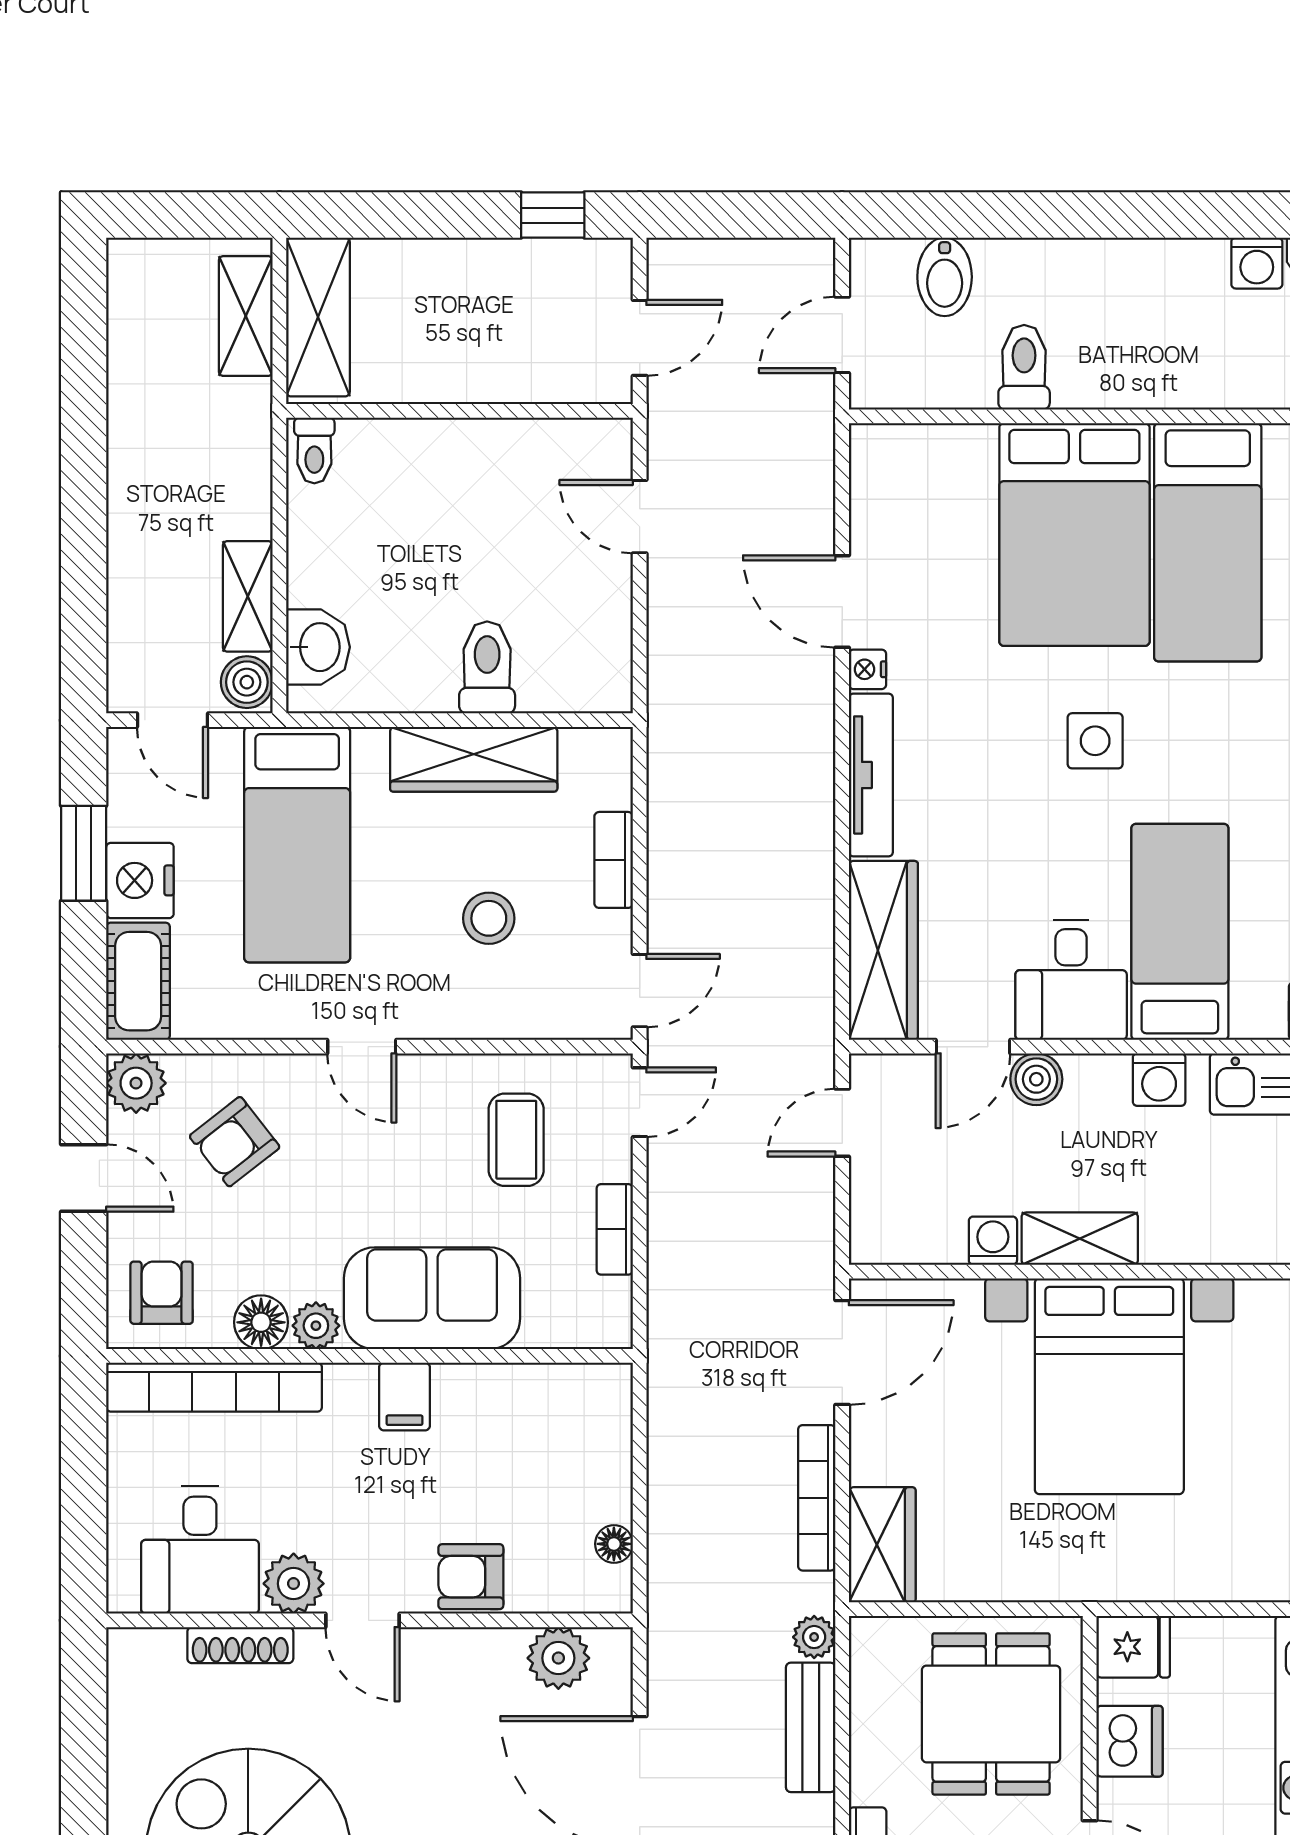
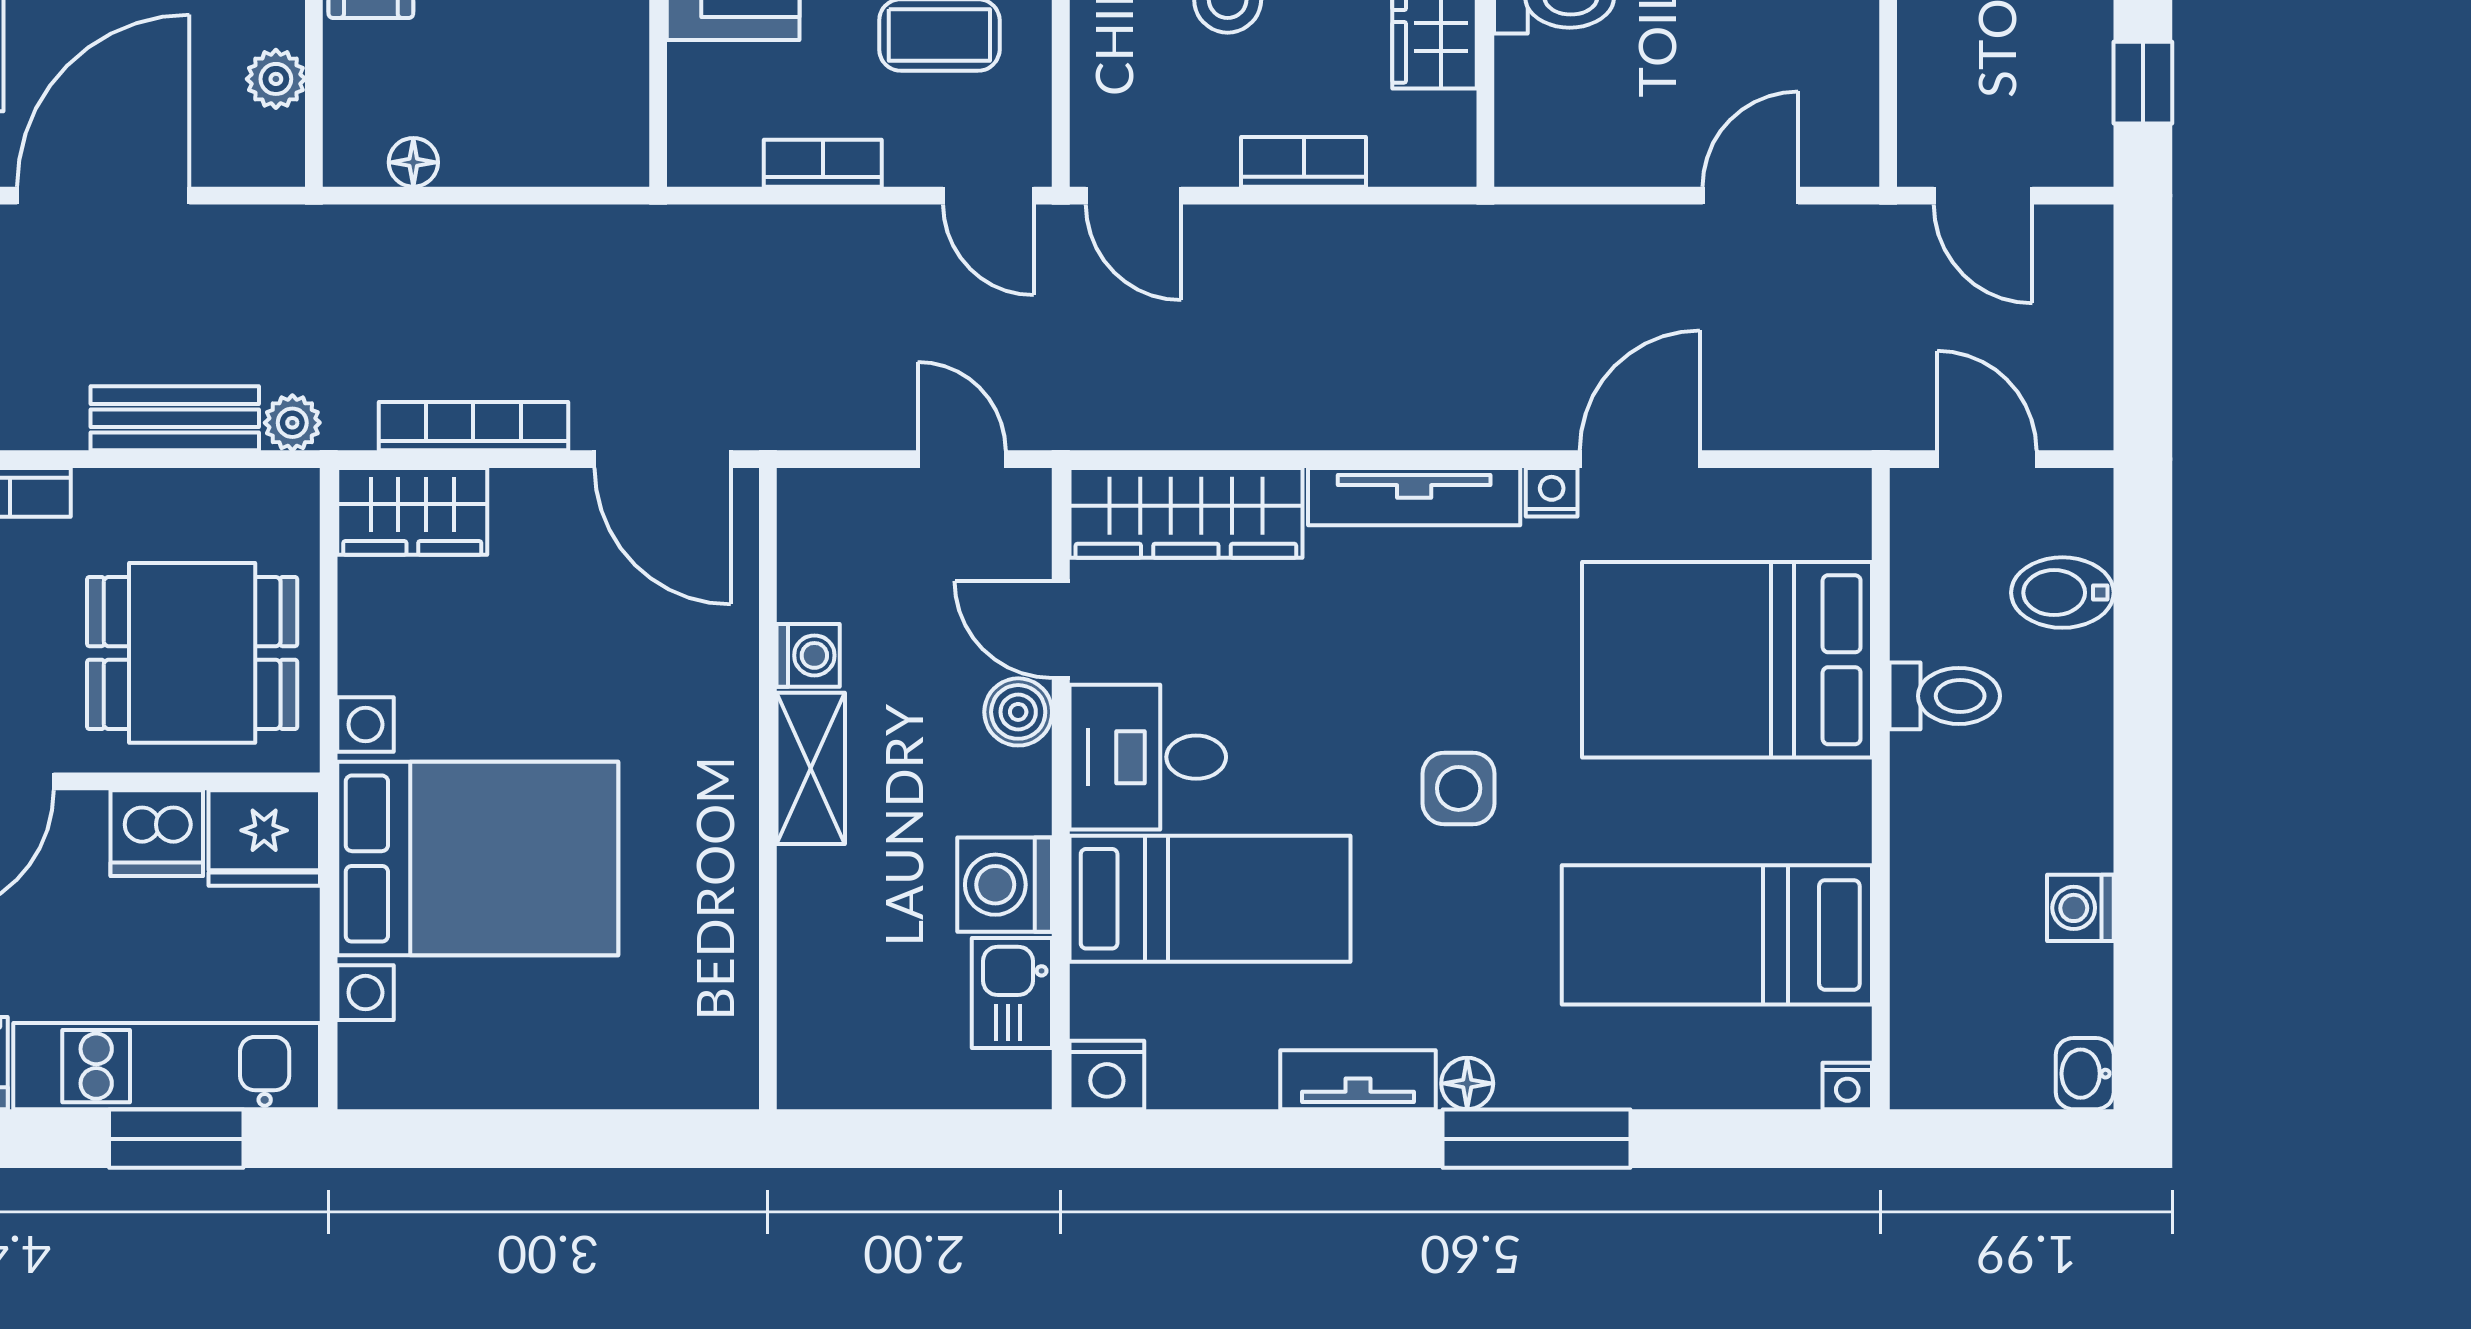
washing machine: (1257, 263) -> (2080, 908), moved
bed: (1074, 535) -> (1727, 660), moved
washing machine: (1159, 1080) -> (1005, 885), width x1.38, depth x1.38
bed with nightstands: (1109, 1386) -> (478, 859), moved, turned 180
fridge: (1133, 1647) -> (264, 838), width x1.38
plant: (558, 1658) -> (276, 79), width x0.73, depth x0.73

